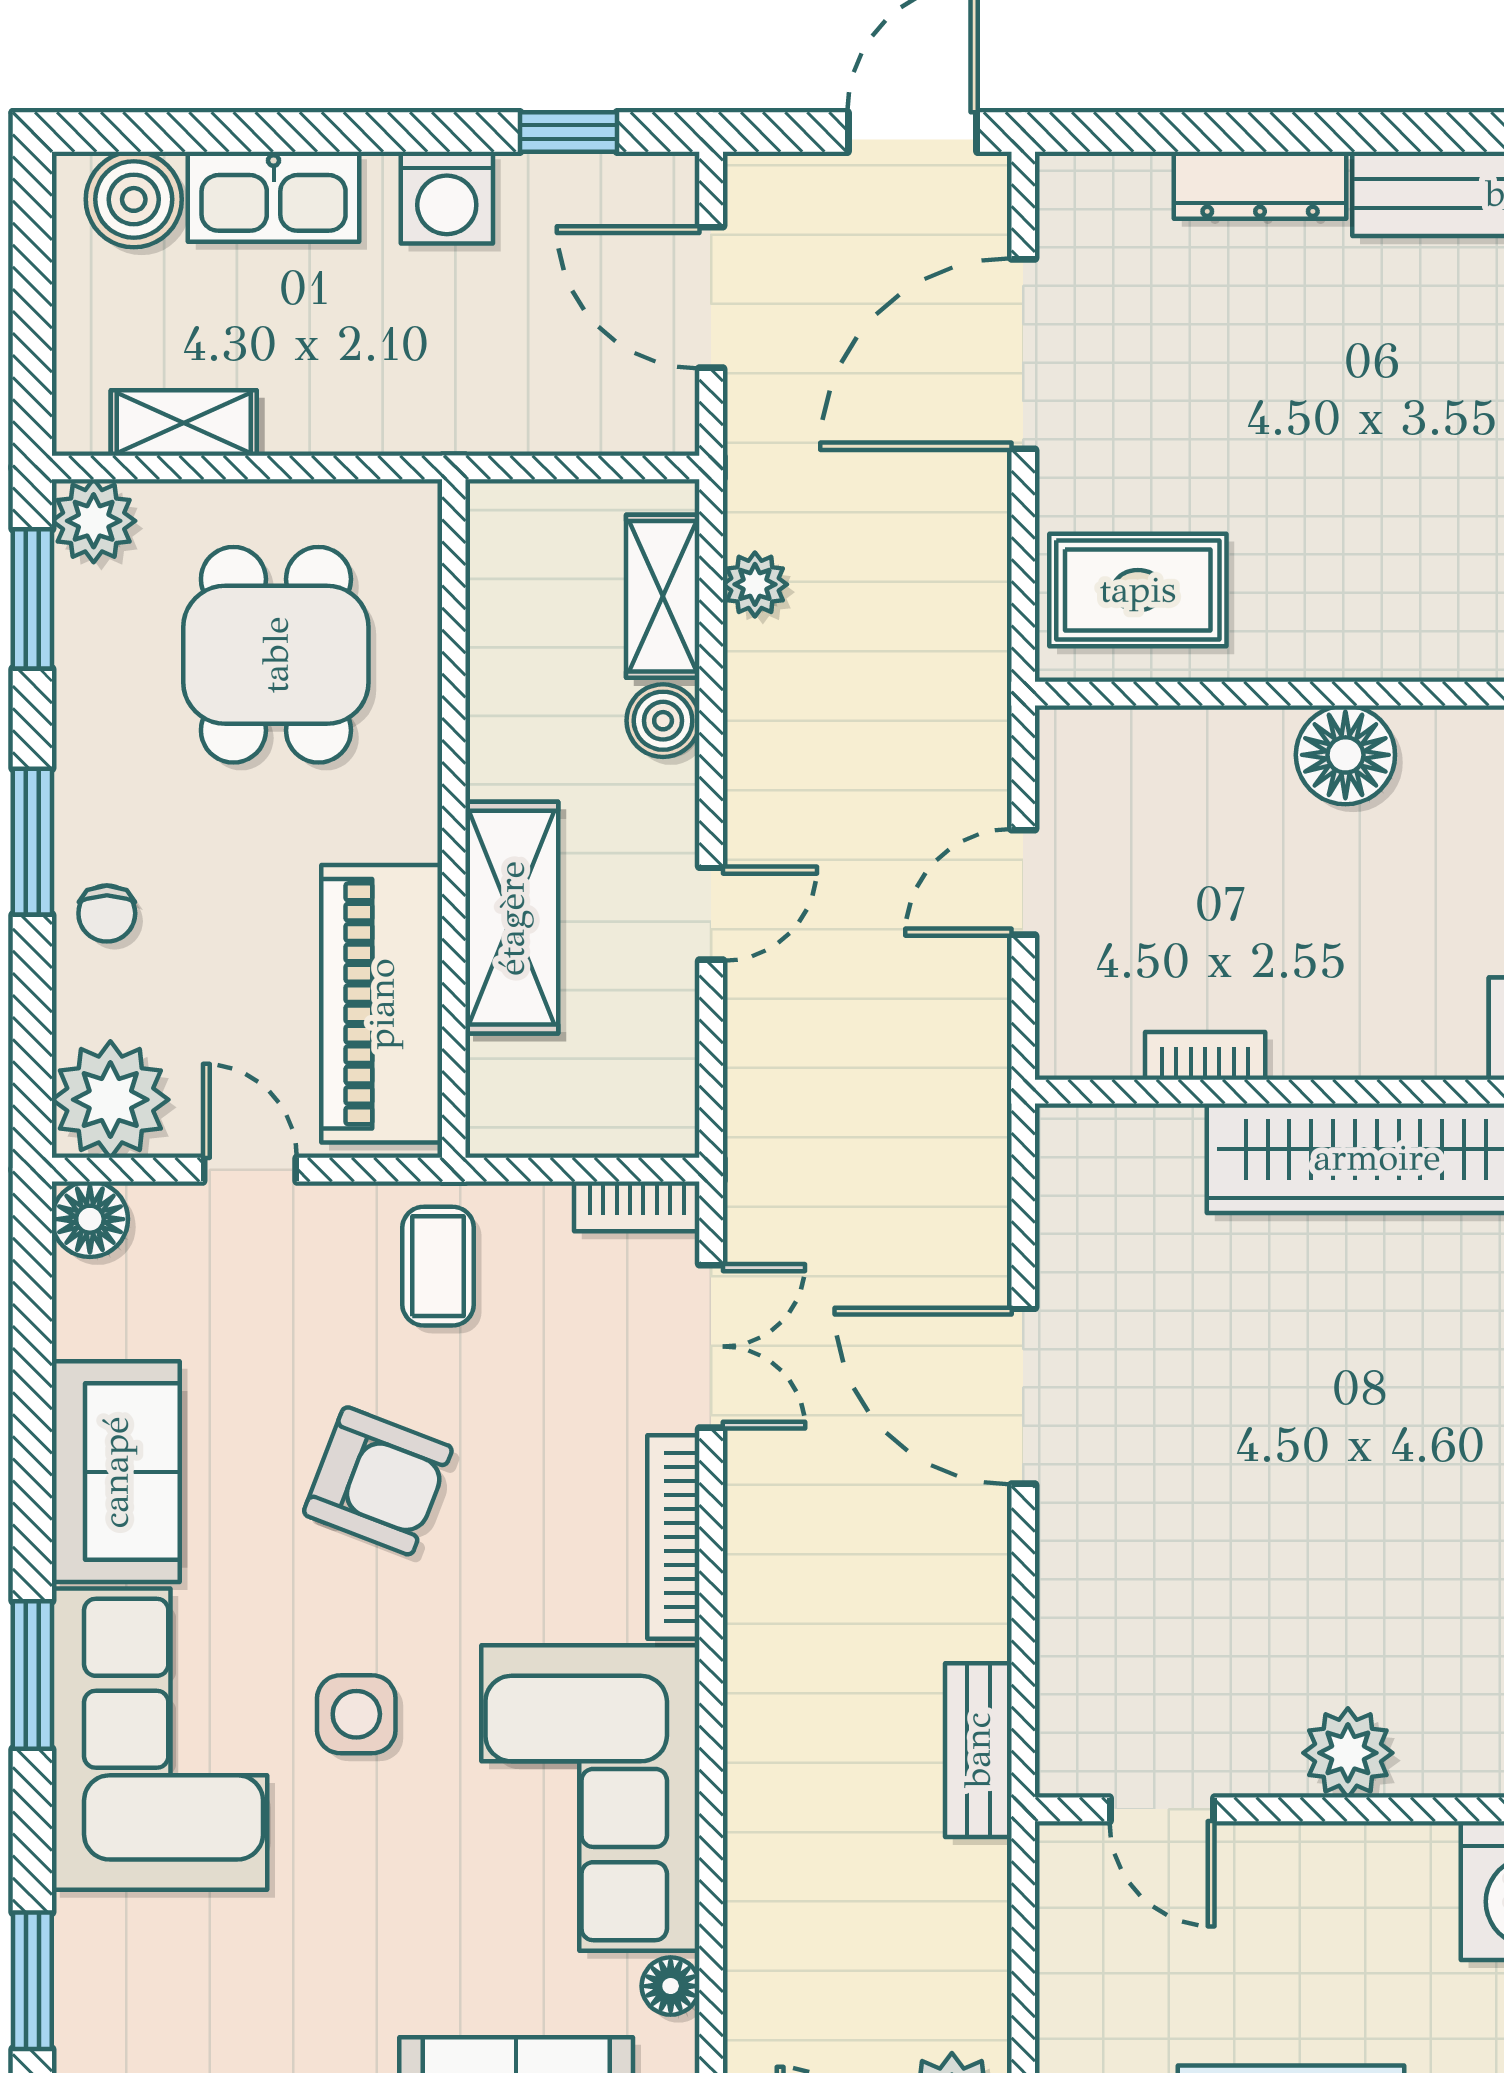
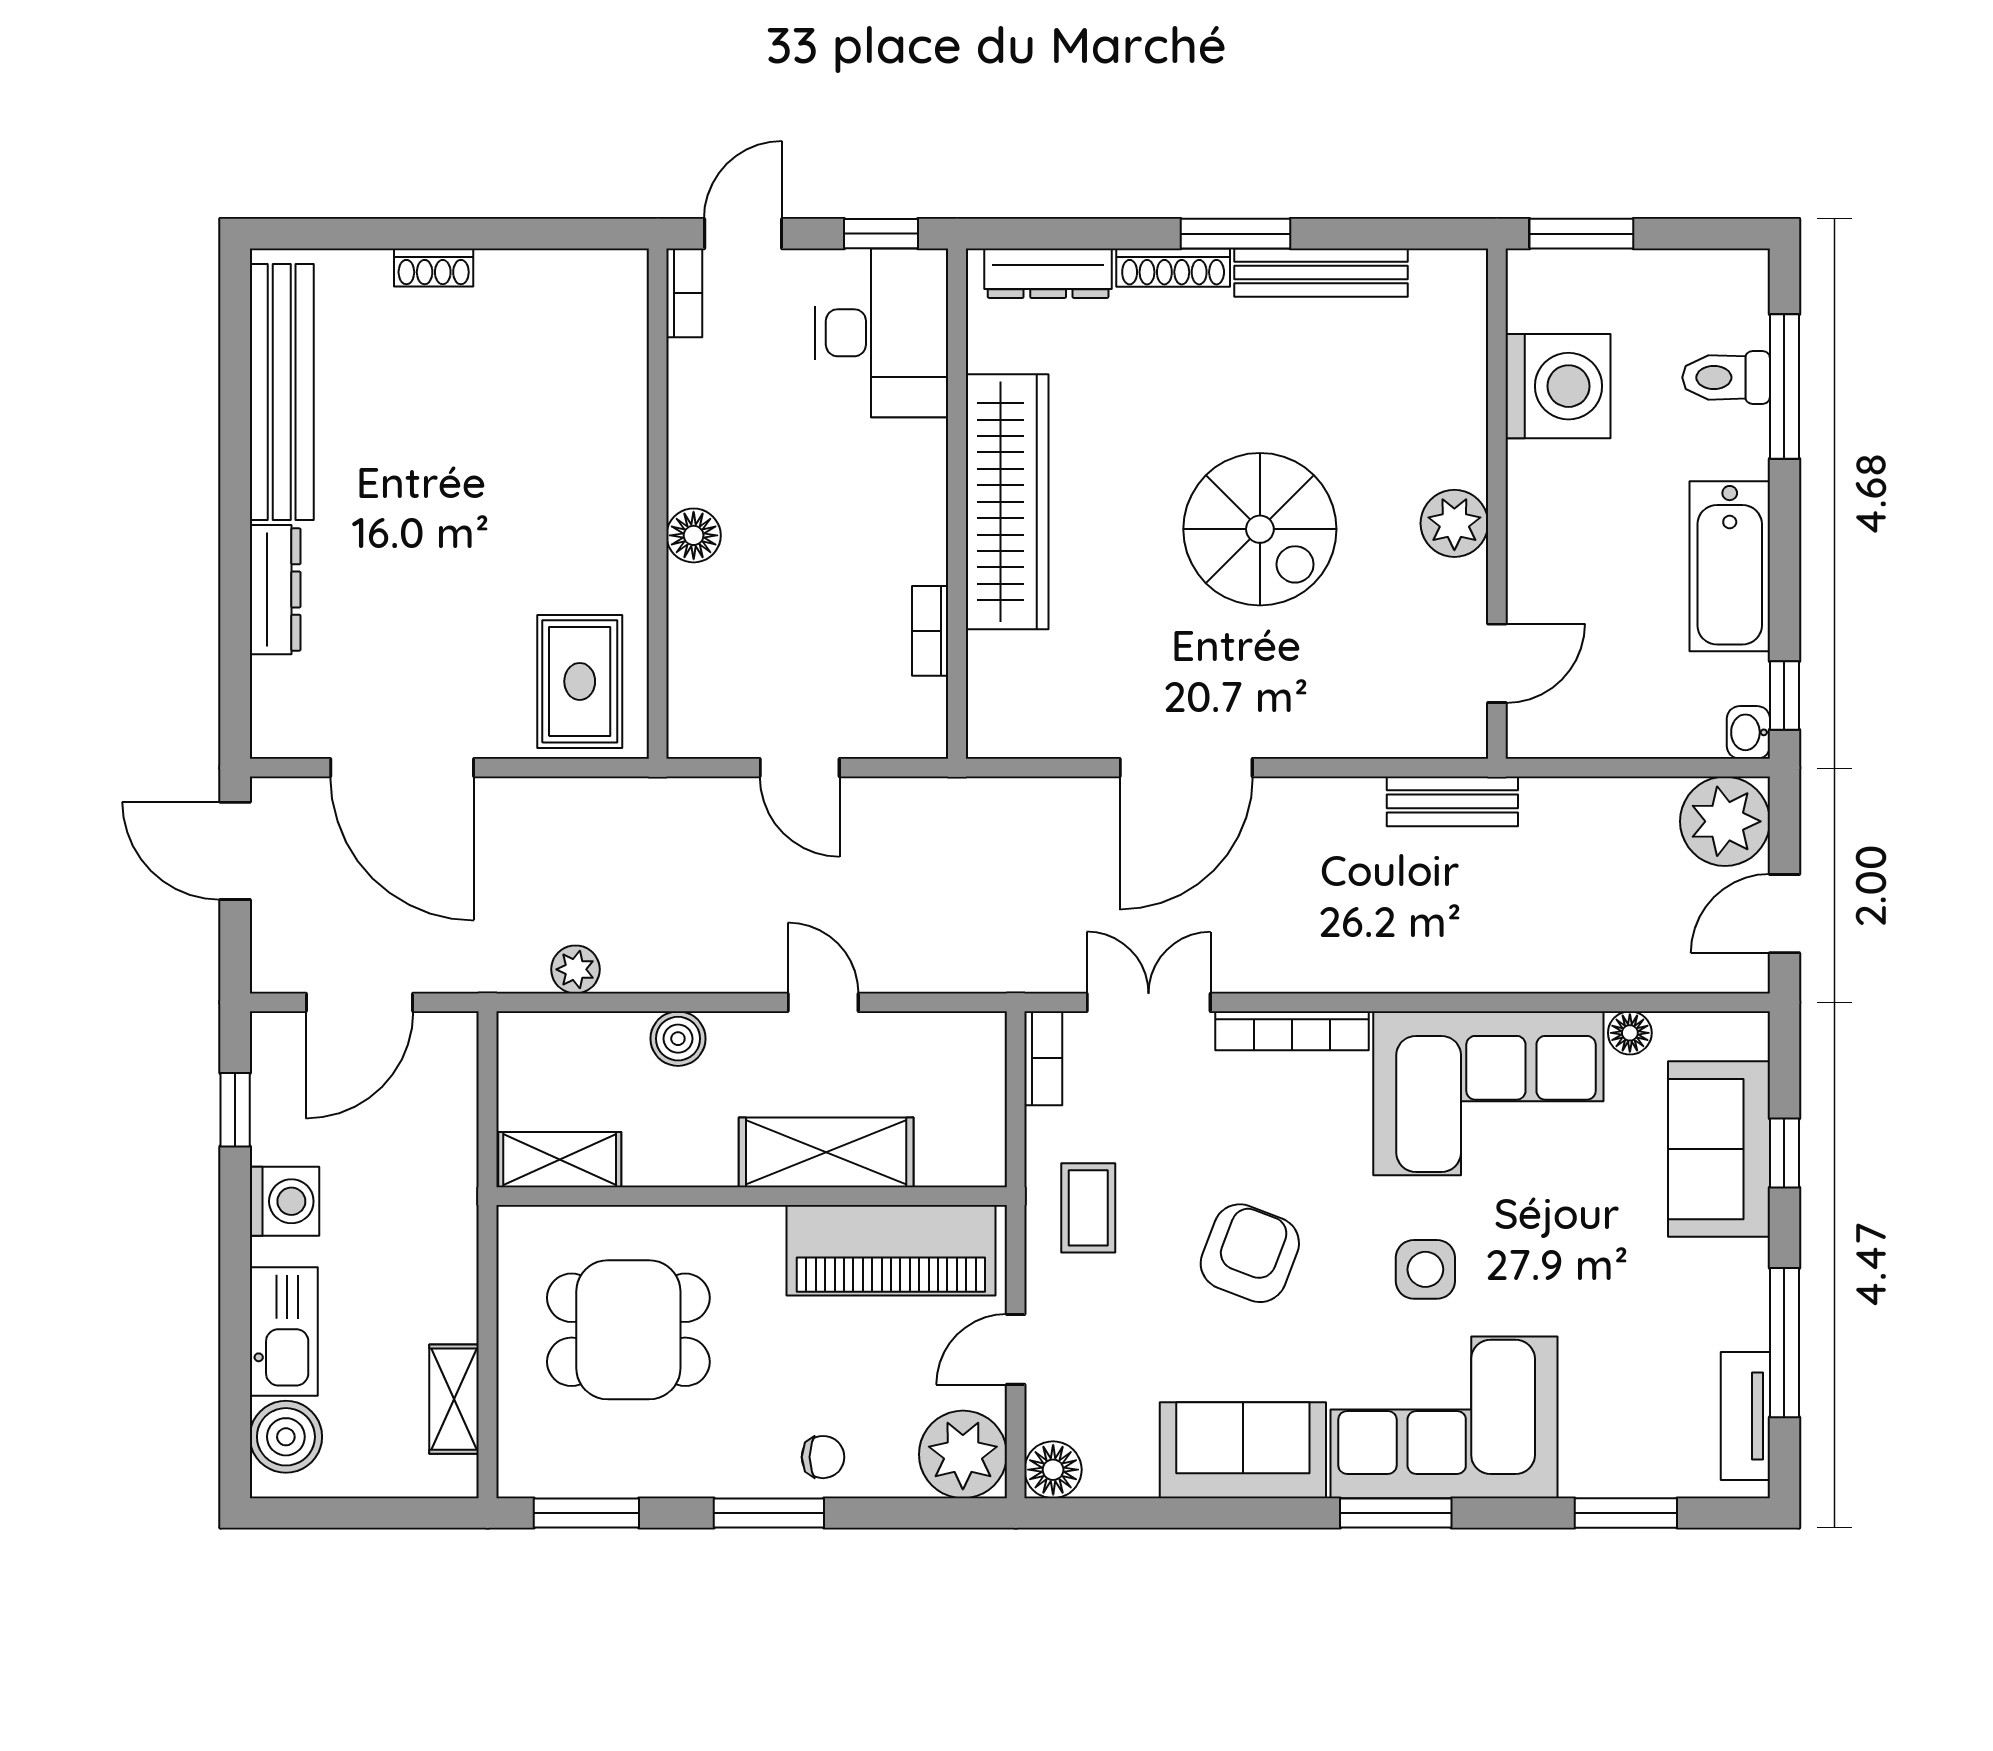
plant: (94, 521) -> (528, 1467), removed
shelving: (663, 596) -> (560, 1160), moved
floor lamp: (1345, 755) -> (694, 535), width x0.73, depth x0.73
coffee table: (438, 1266) -> (1088, 1208), turned 90
spiral stairs: (1340, 1494) -> (1260, 529), added

